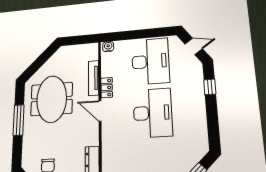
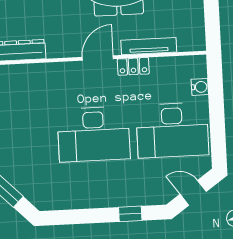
door: (194, 46) -> (193, 193), swing flipped
water cooler: (108, 47) -> (200, 87), moved

